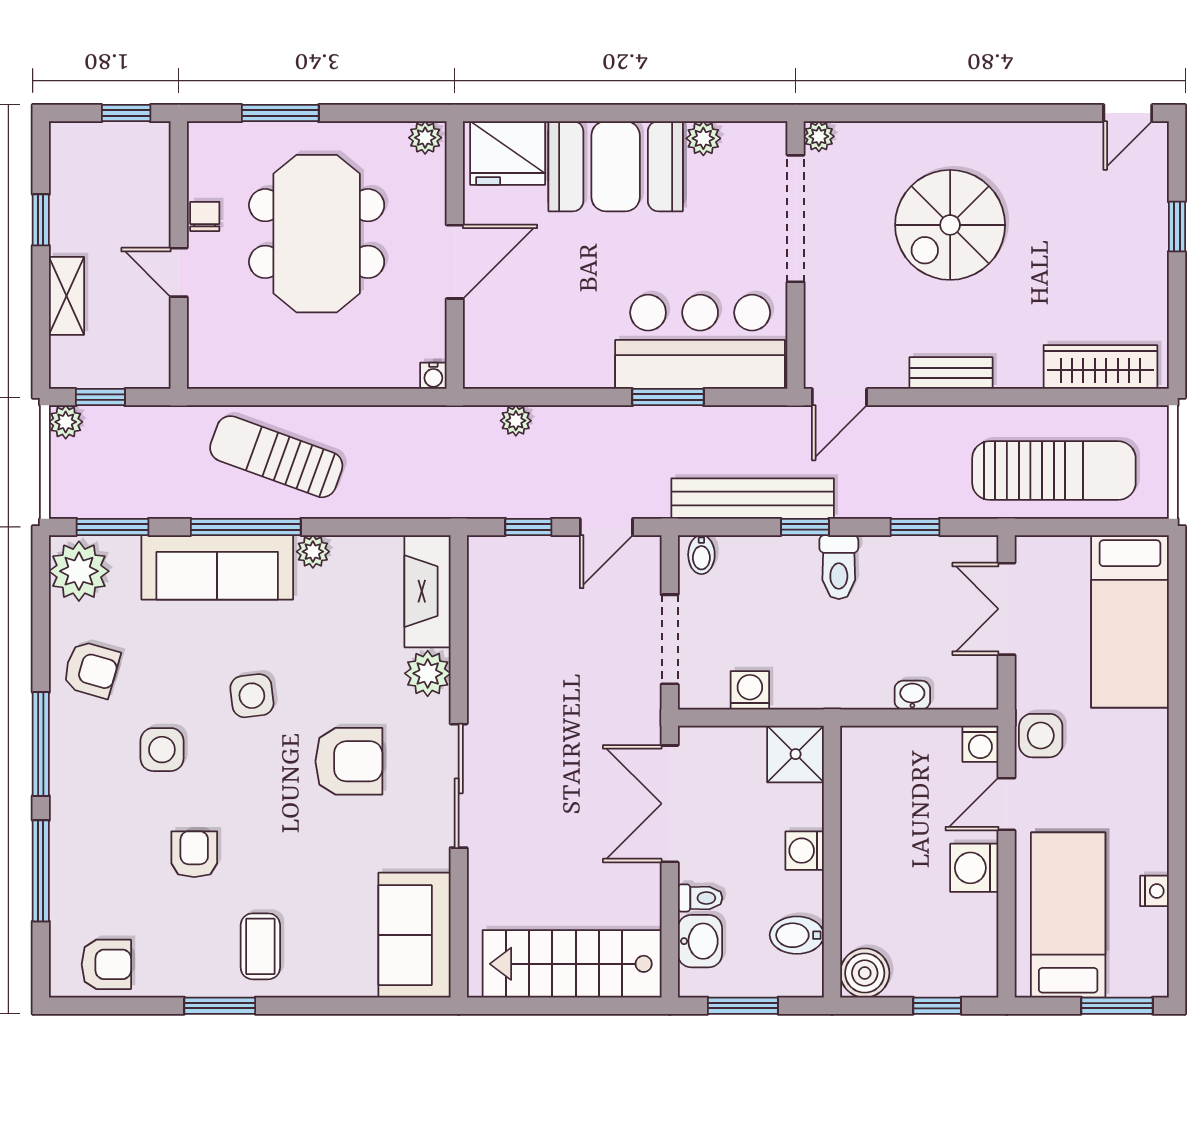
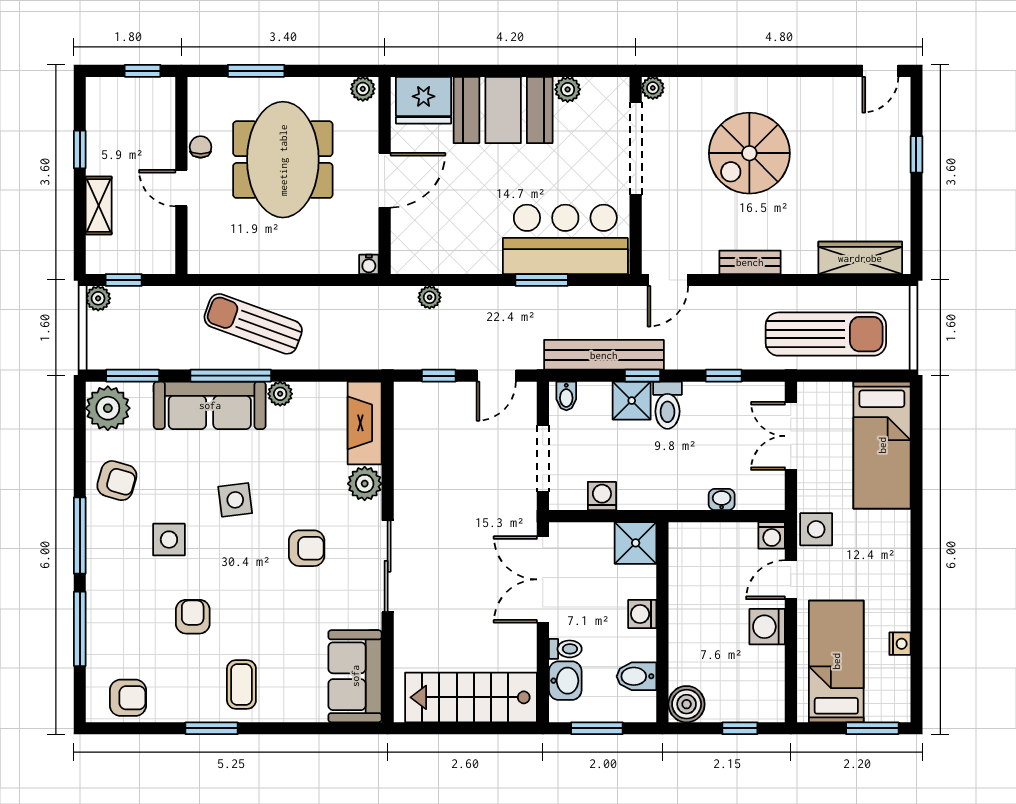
shower: (790, 561) -> (632, 401), added
armchair: (349, 761) -> (307, 548), width x0.72, depth x0.72

